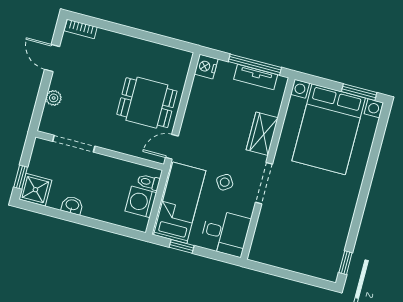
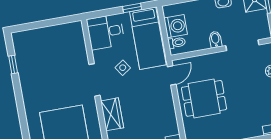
bidet: (102, 165) -> (215, 39), added
window: (346, 263) -> (13, 65), moved

